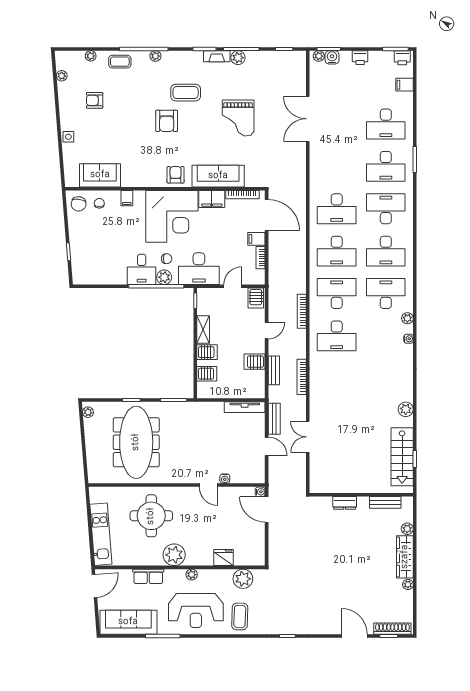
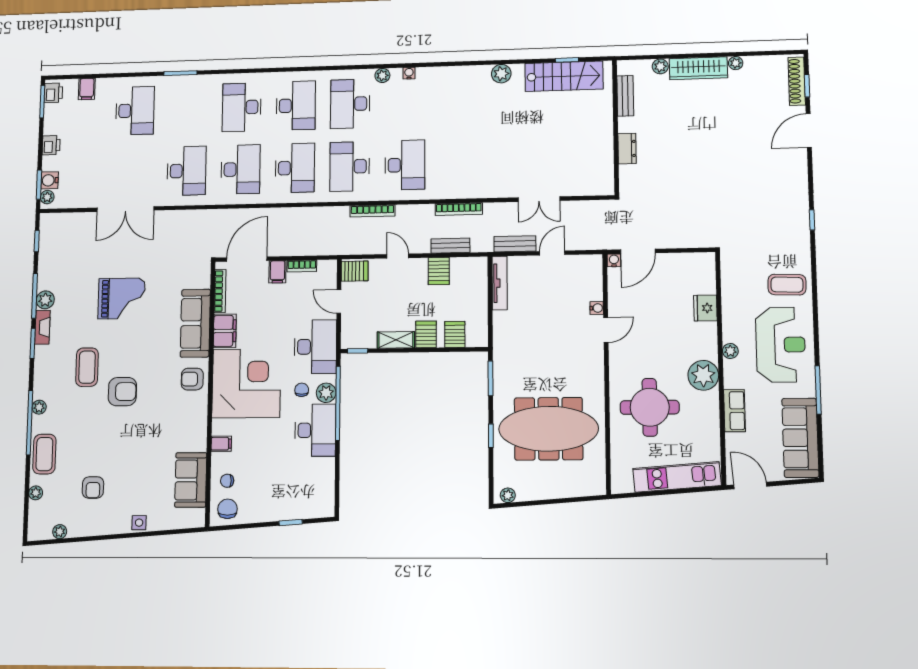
coffee table: (120, 62) -> (44, 454), width x1.36, depth x1.30
desk: (386, 166) -> (187, 171), moved
chair: (79, 204) -> (227, 509), turned -98
desk: (142, 269) -> (315, 430), width x1.37
plant: (243, 579) -> (734, 281), removed

